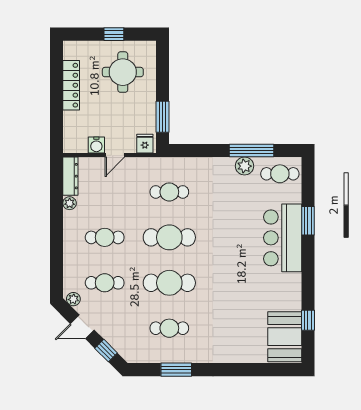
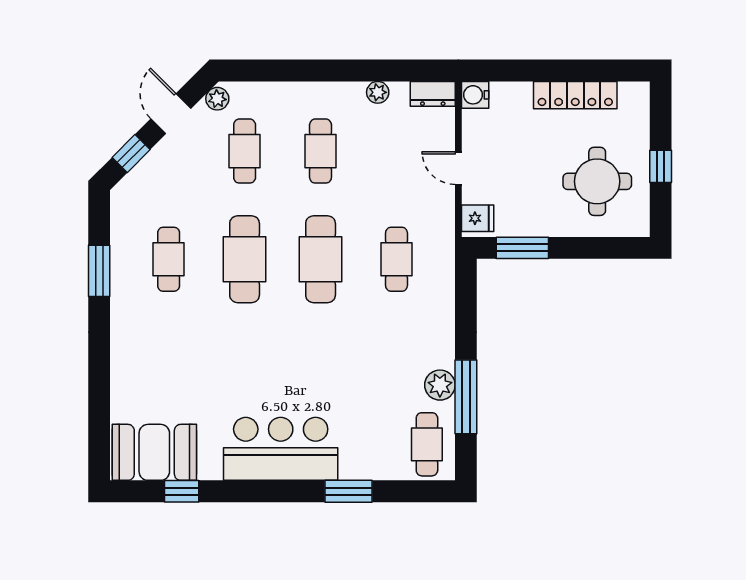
water cooler: (96, 145) -> (475, 95), moved
dresser: (70, 176) -> (433, 94), width x0.70
bar counter: (283, 238) -> (281, 449), moved

